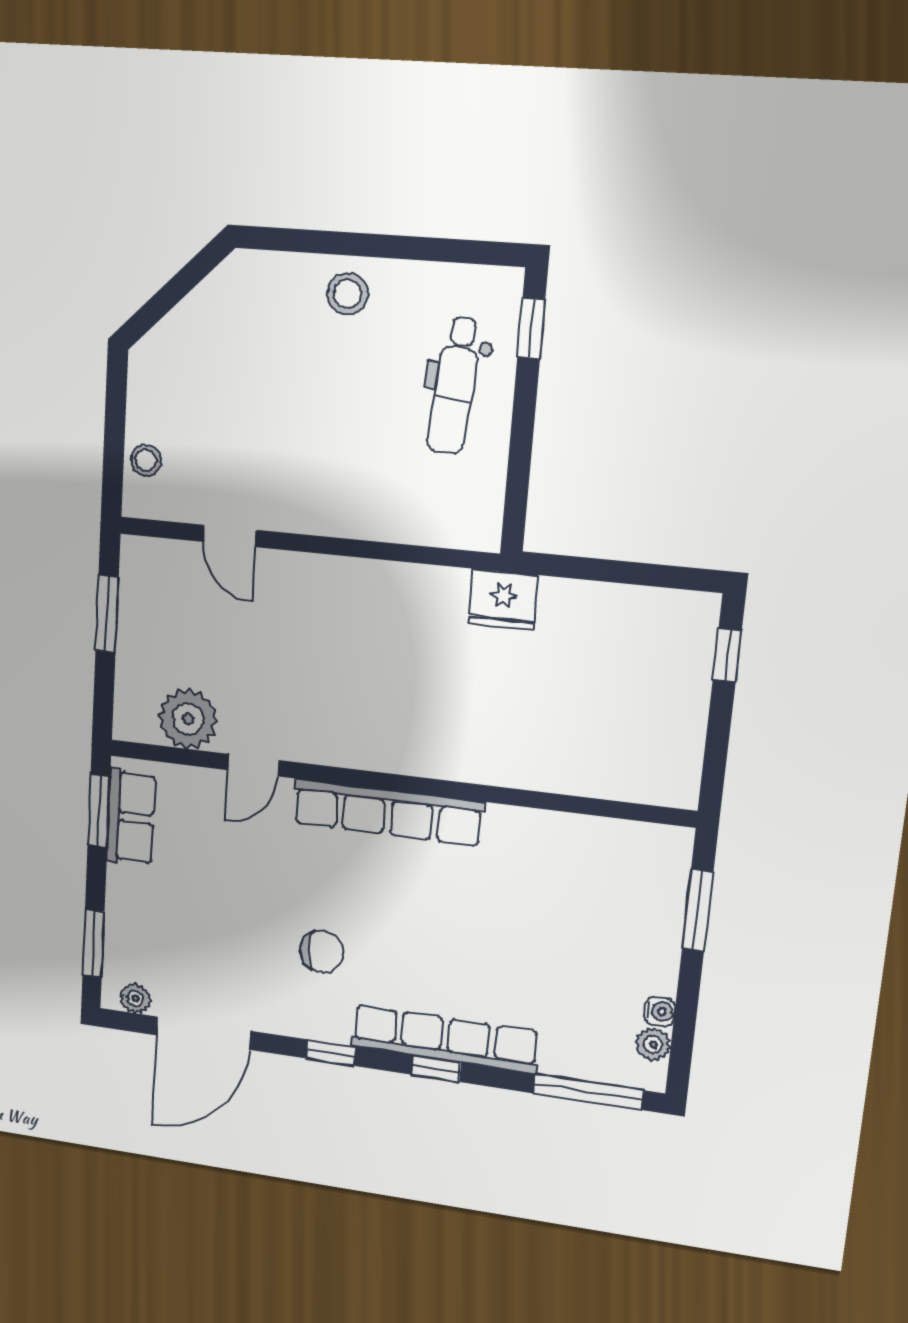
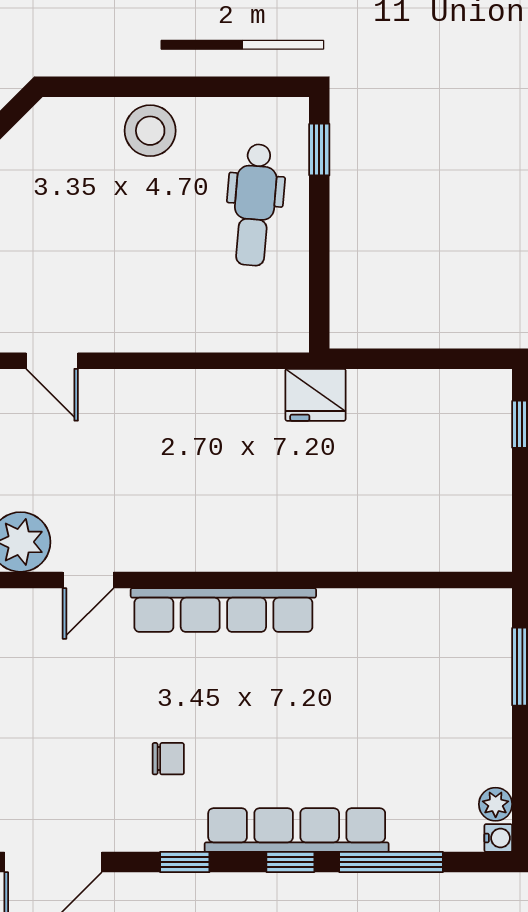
stool: (348, 294) -> (150, 131), width x1.38, depth x1.38
chair: (321, 952) -> (168, 759), width x0.73, depth x0.73
water cooler: (660, 1011) -> (498, 838), moved
window: (588, 1092) -> (391, 862), moved

